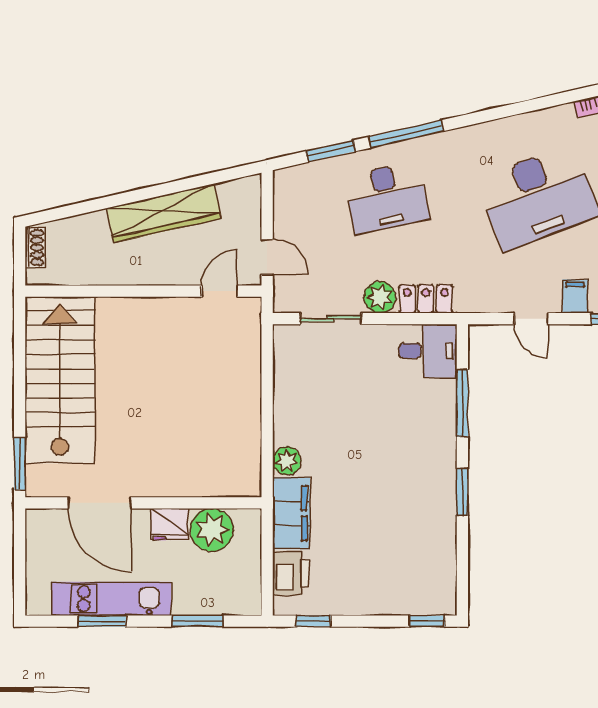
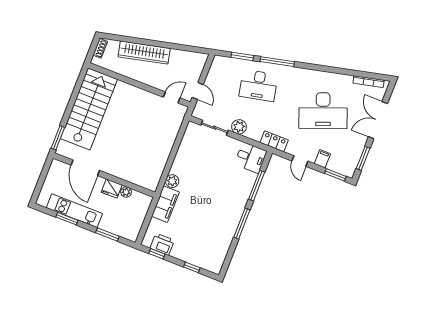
wardrobe: (164, 213) -> (144, 53), moved
locker: (426, 299) -> (274, 141), moved
window: (462, 492) -> (242, 223), width x1.44
plant: (212, 530) -> (126, 192), width x0.53, depth x0.53
printer: (291, 573) -> (162, 244), moved, turned -90
window: (427, 621) -> (192, 267), moved

